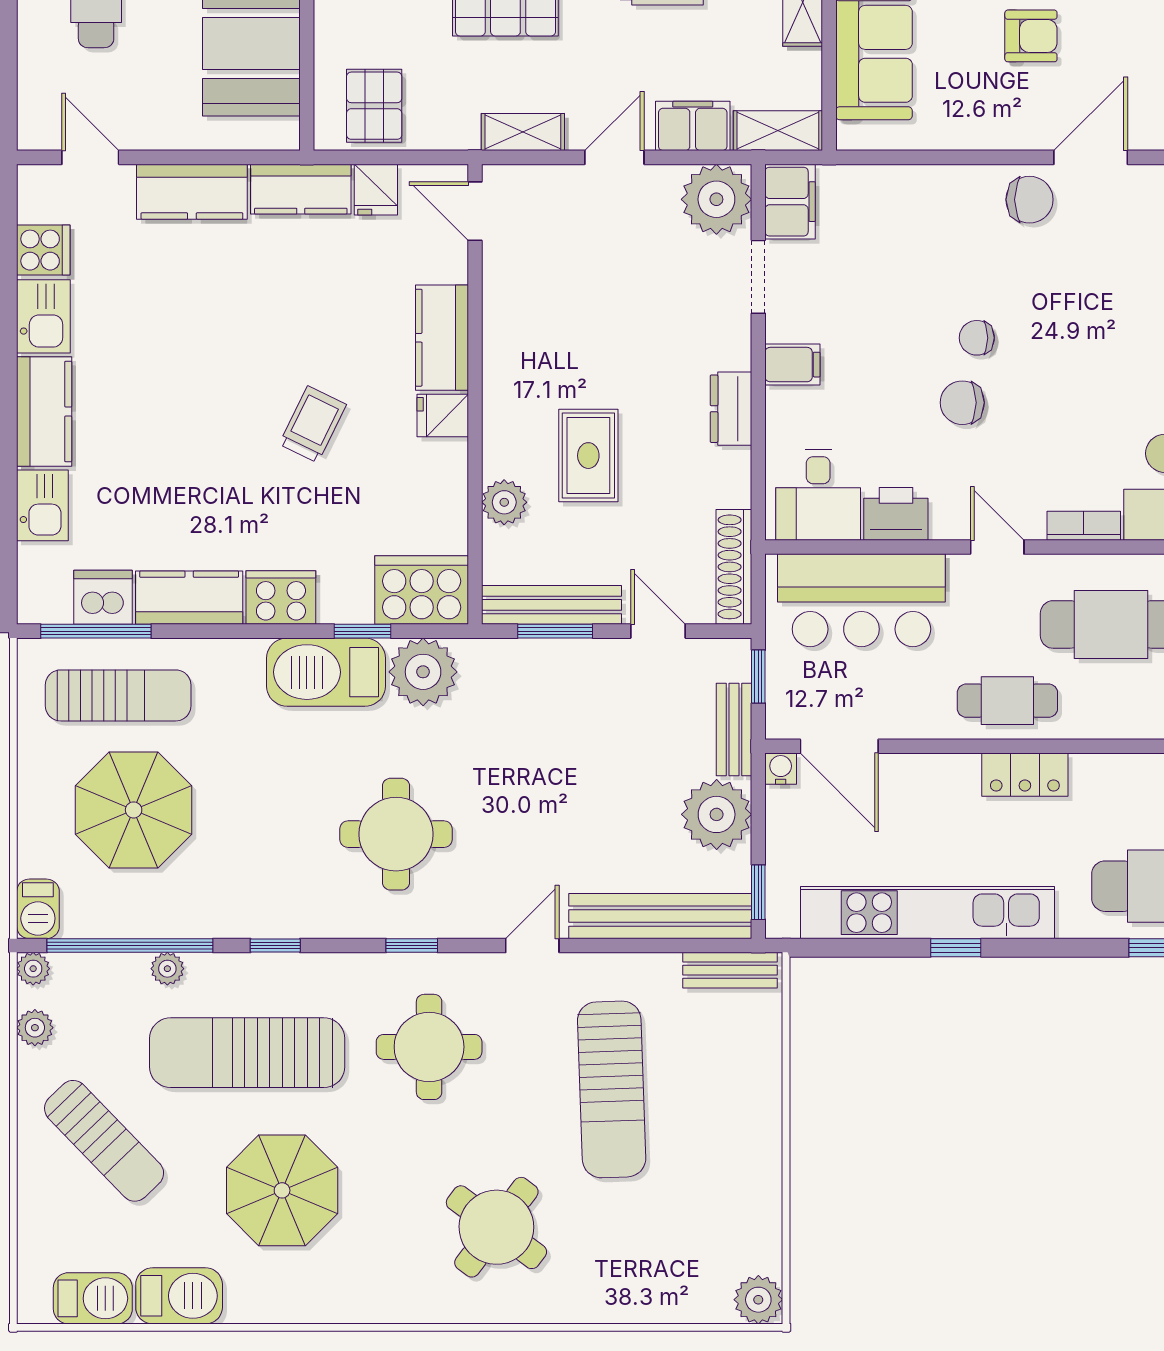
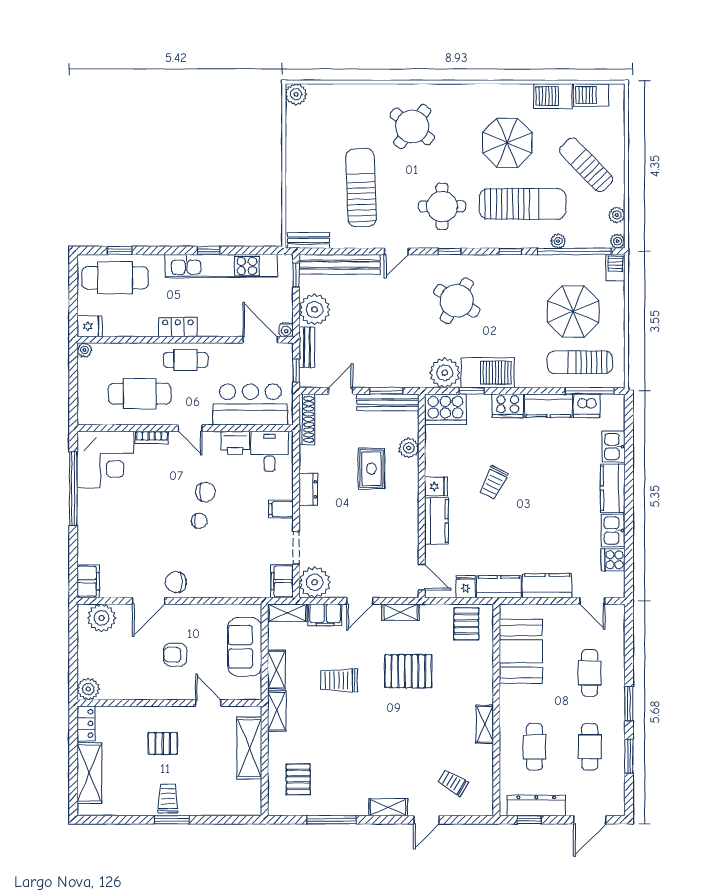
door: (658, 631) -> (341, 391), swing flipped
round table: (396, 834) -> (457, 301), turned 31

